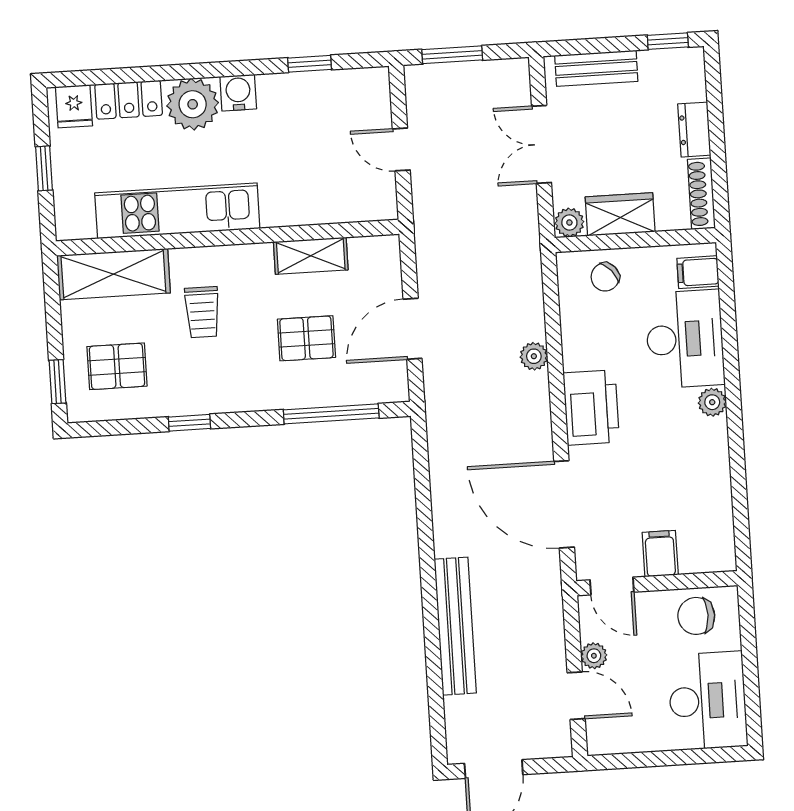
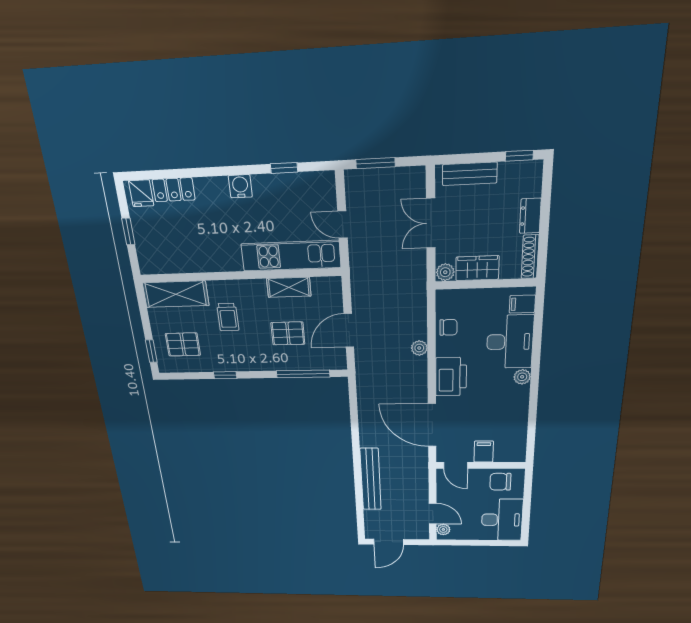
plant: (193, 104) -> (213, 193), removed
kitchen unit: (177, 211) -> (291, 256), moved
chair: (605, 277) -> (448, 327), moved, turned -139
plant: (594, 656) -> (443, 529), moved

